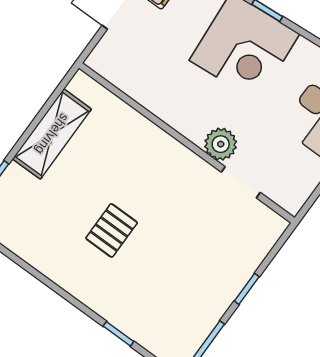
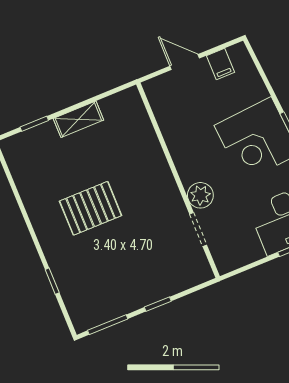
shelving: (52, 134) -> (78, 119), width x0.67, depth x0.75
pallet: (112, 230) -> (91, 208), width x1.50, depth x1.42

